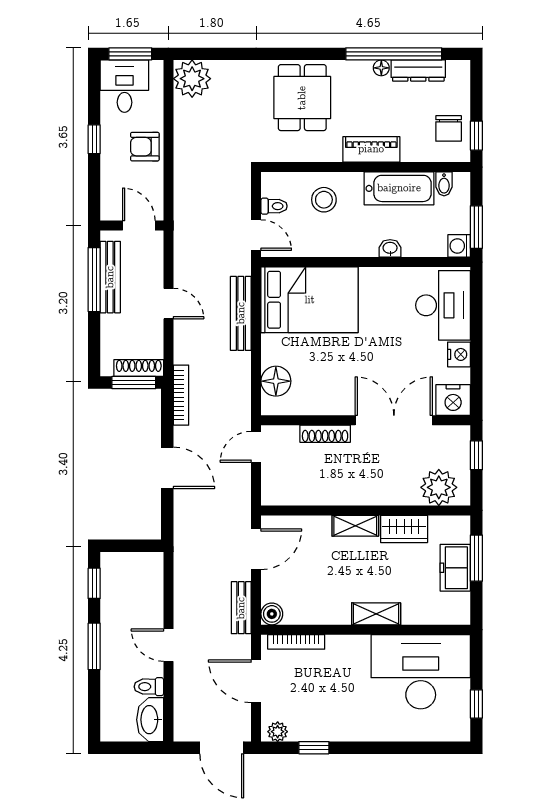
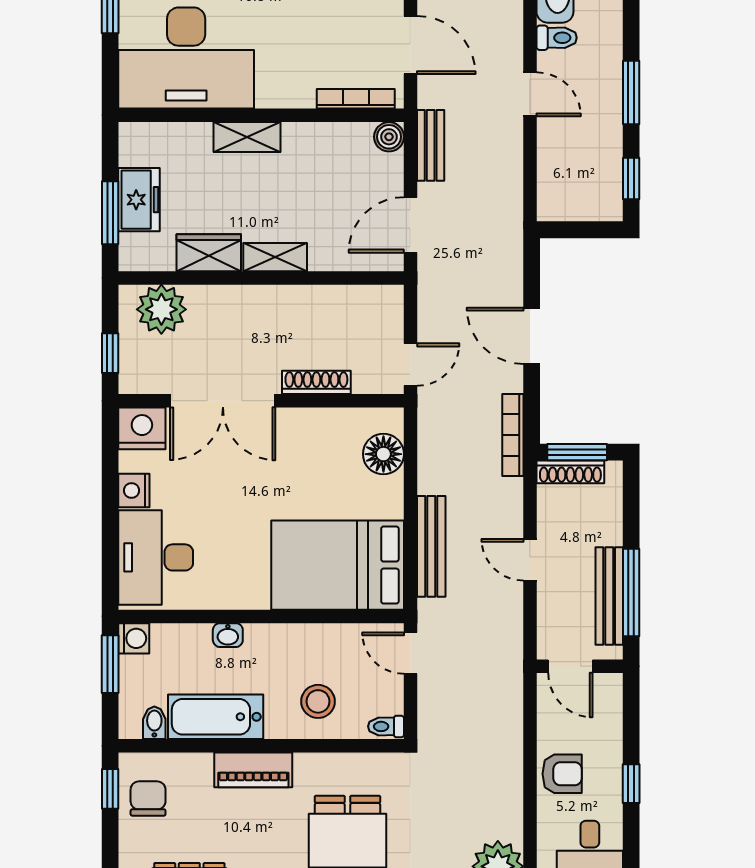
toilet: (274, 206) -> (386, 726), moved

